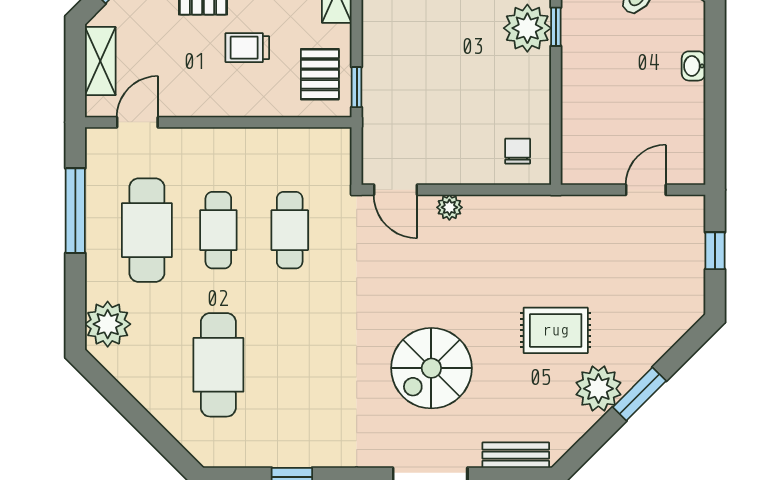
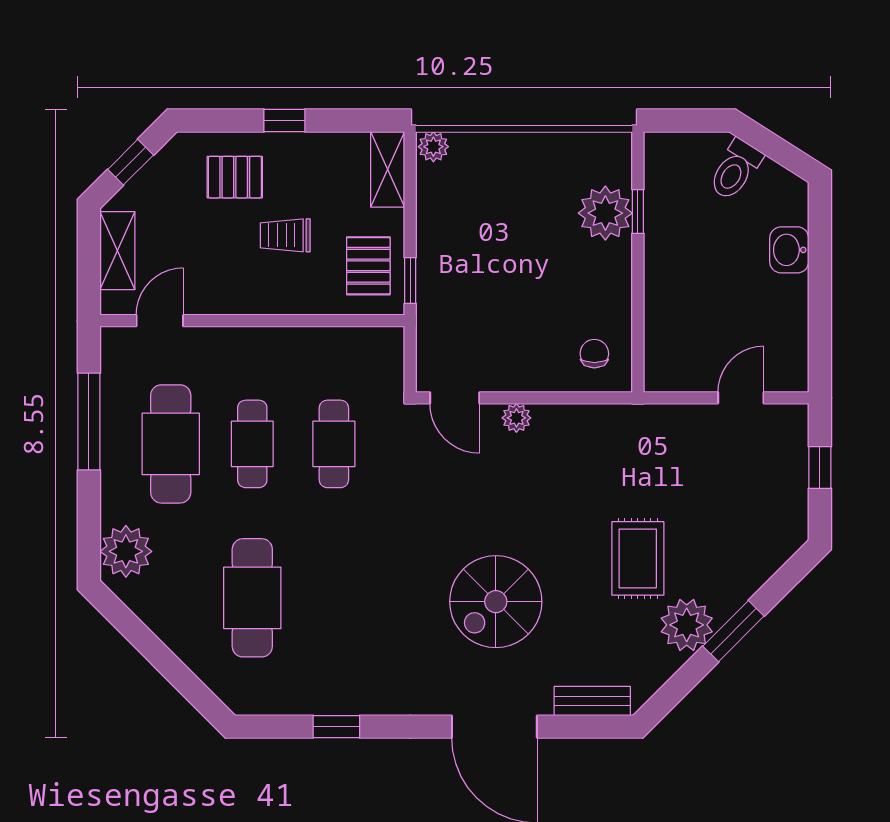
washbasin: (693, 66) -> (789, 250), width x1.38, depth x1.45
rug: (556, 330) -> (638, 558), turned 90

